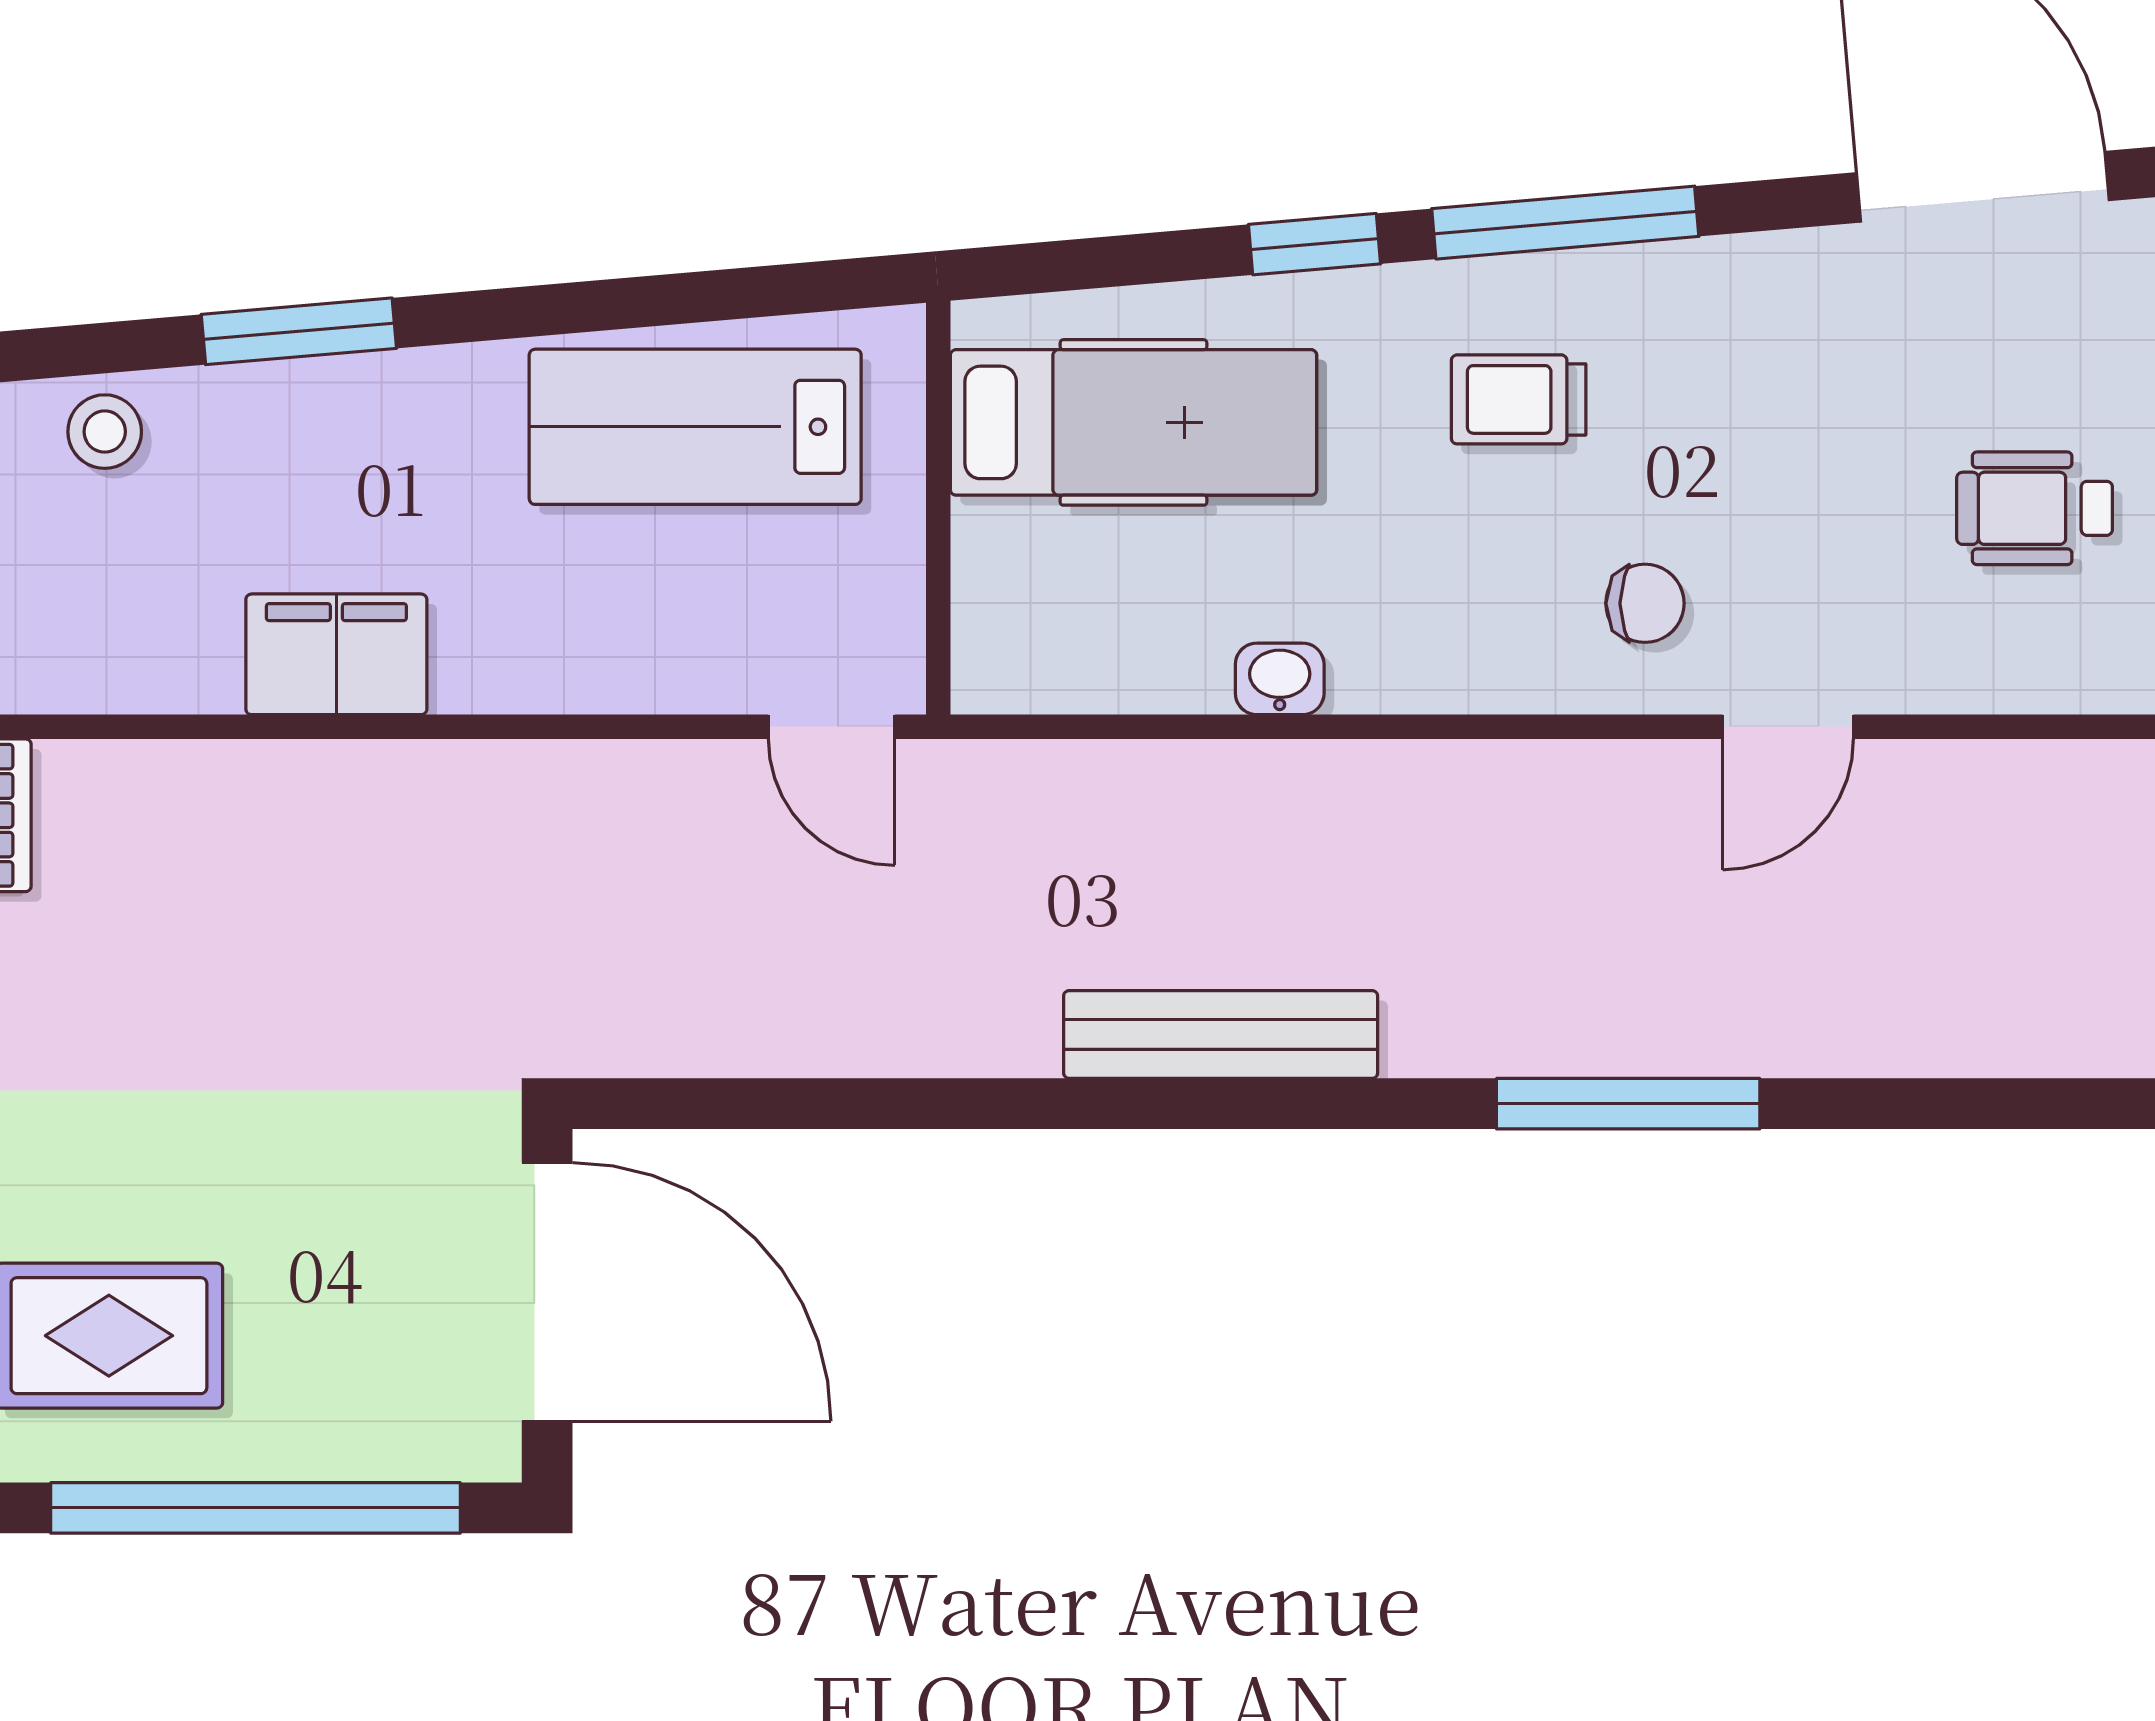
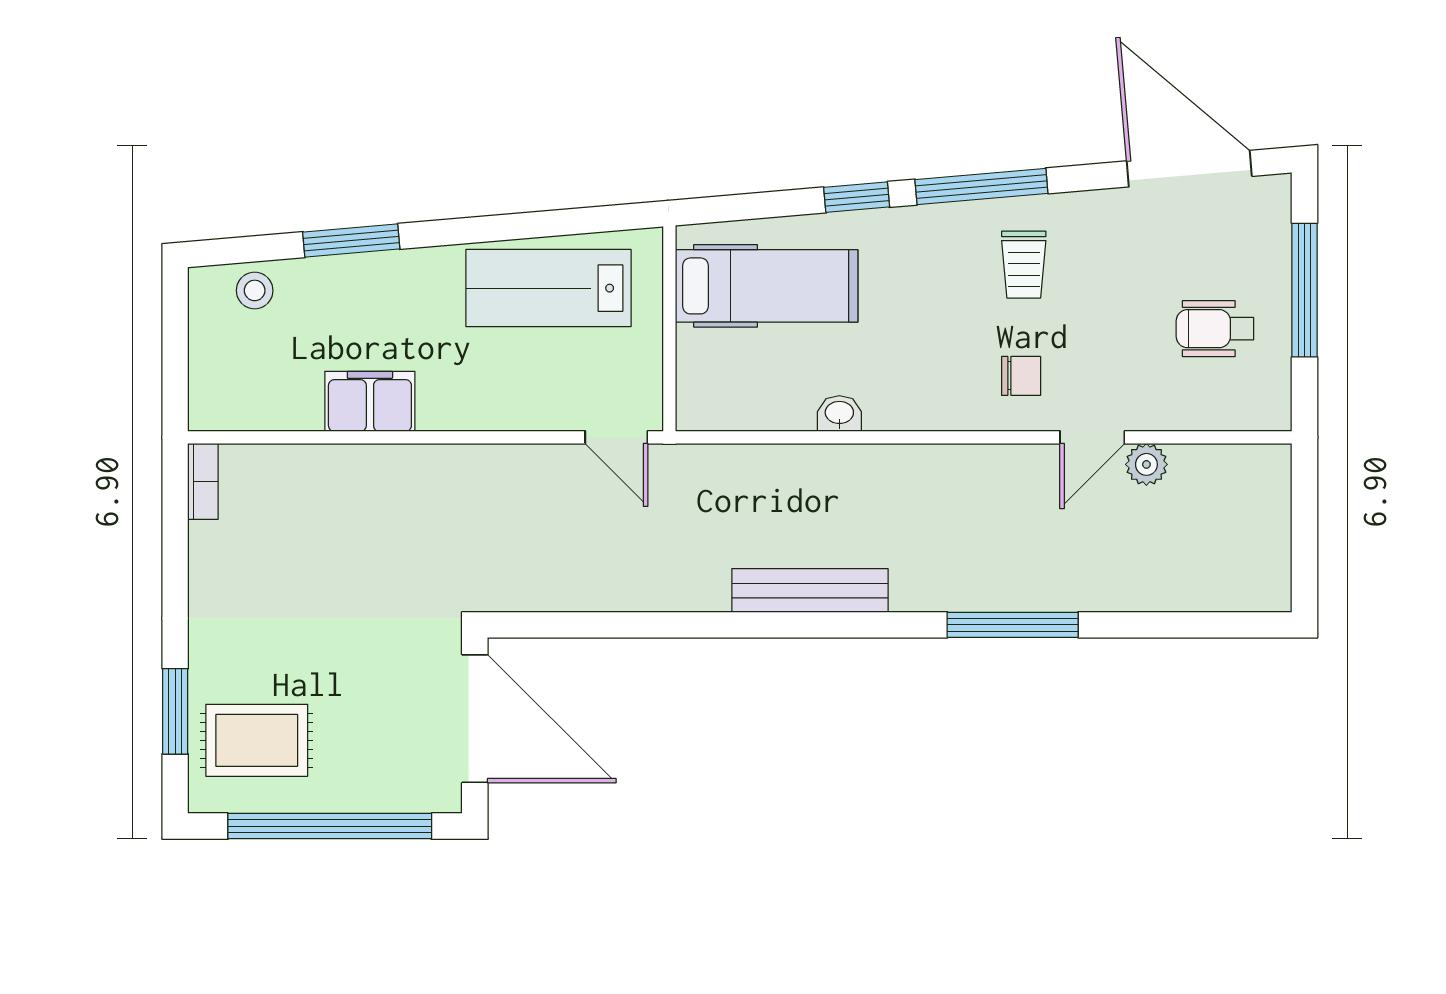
trolley: (1519, 399) -> (1024, 265), moved, turned -90
plant: (1897, 781) -> (1146, 464), added

